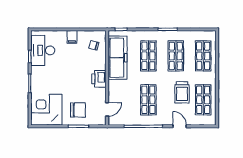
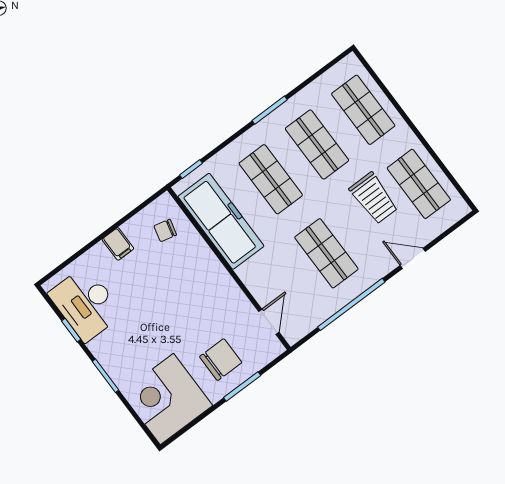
printer: (99, 79) -> (217, 280), removed

